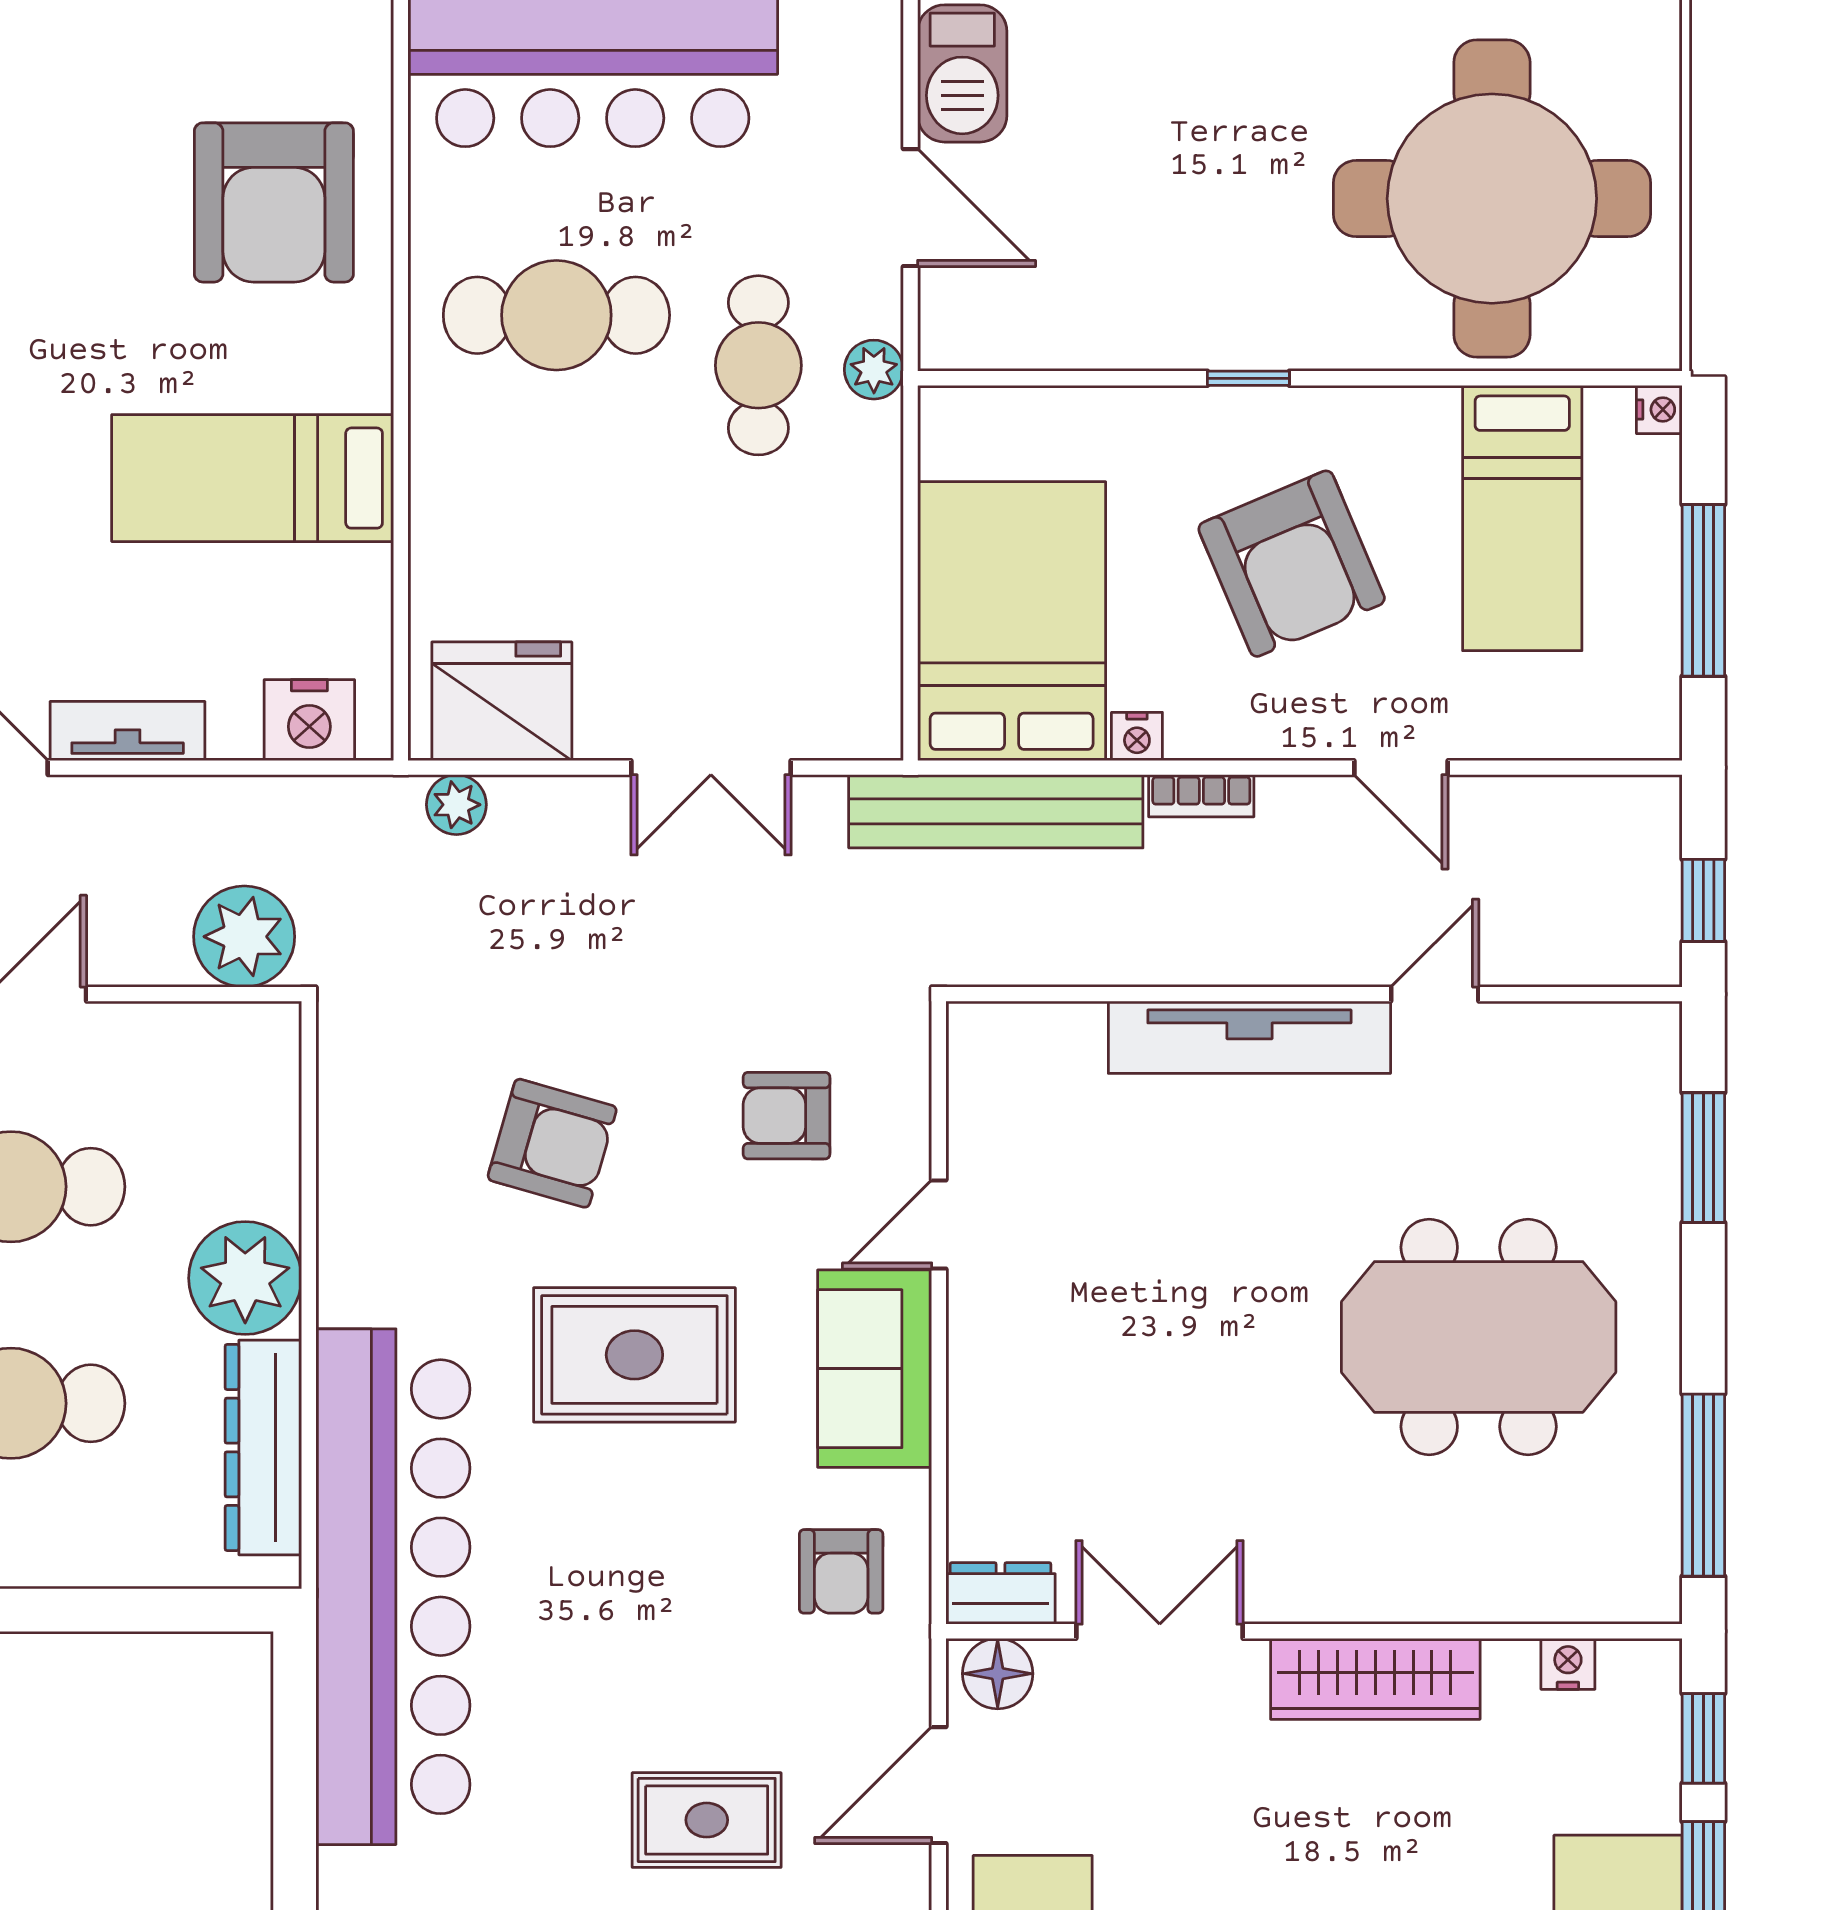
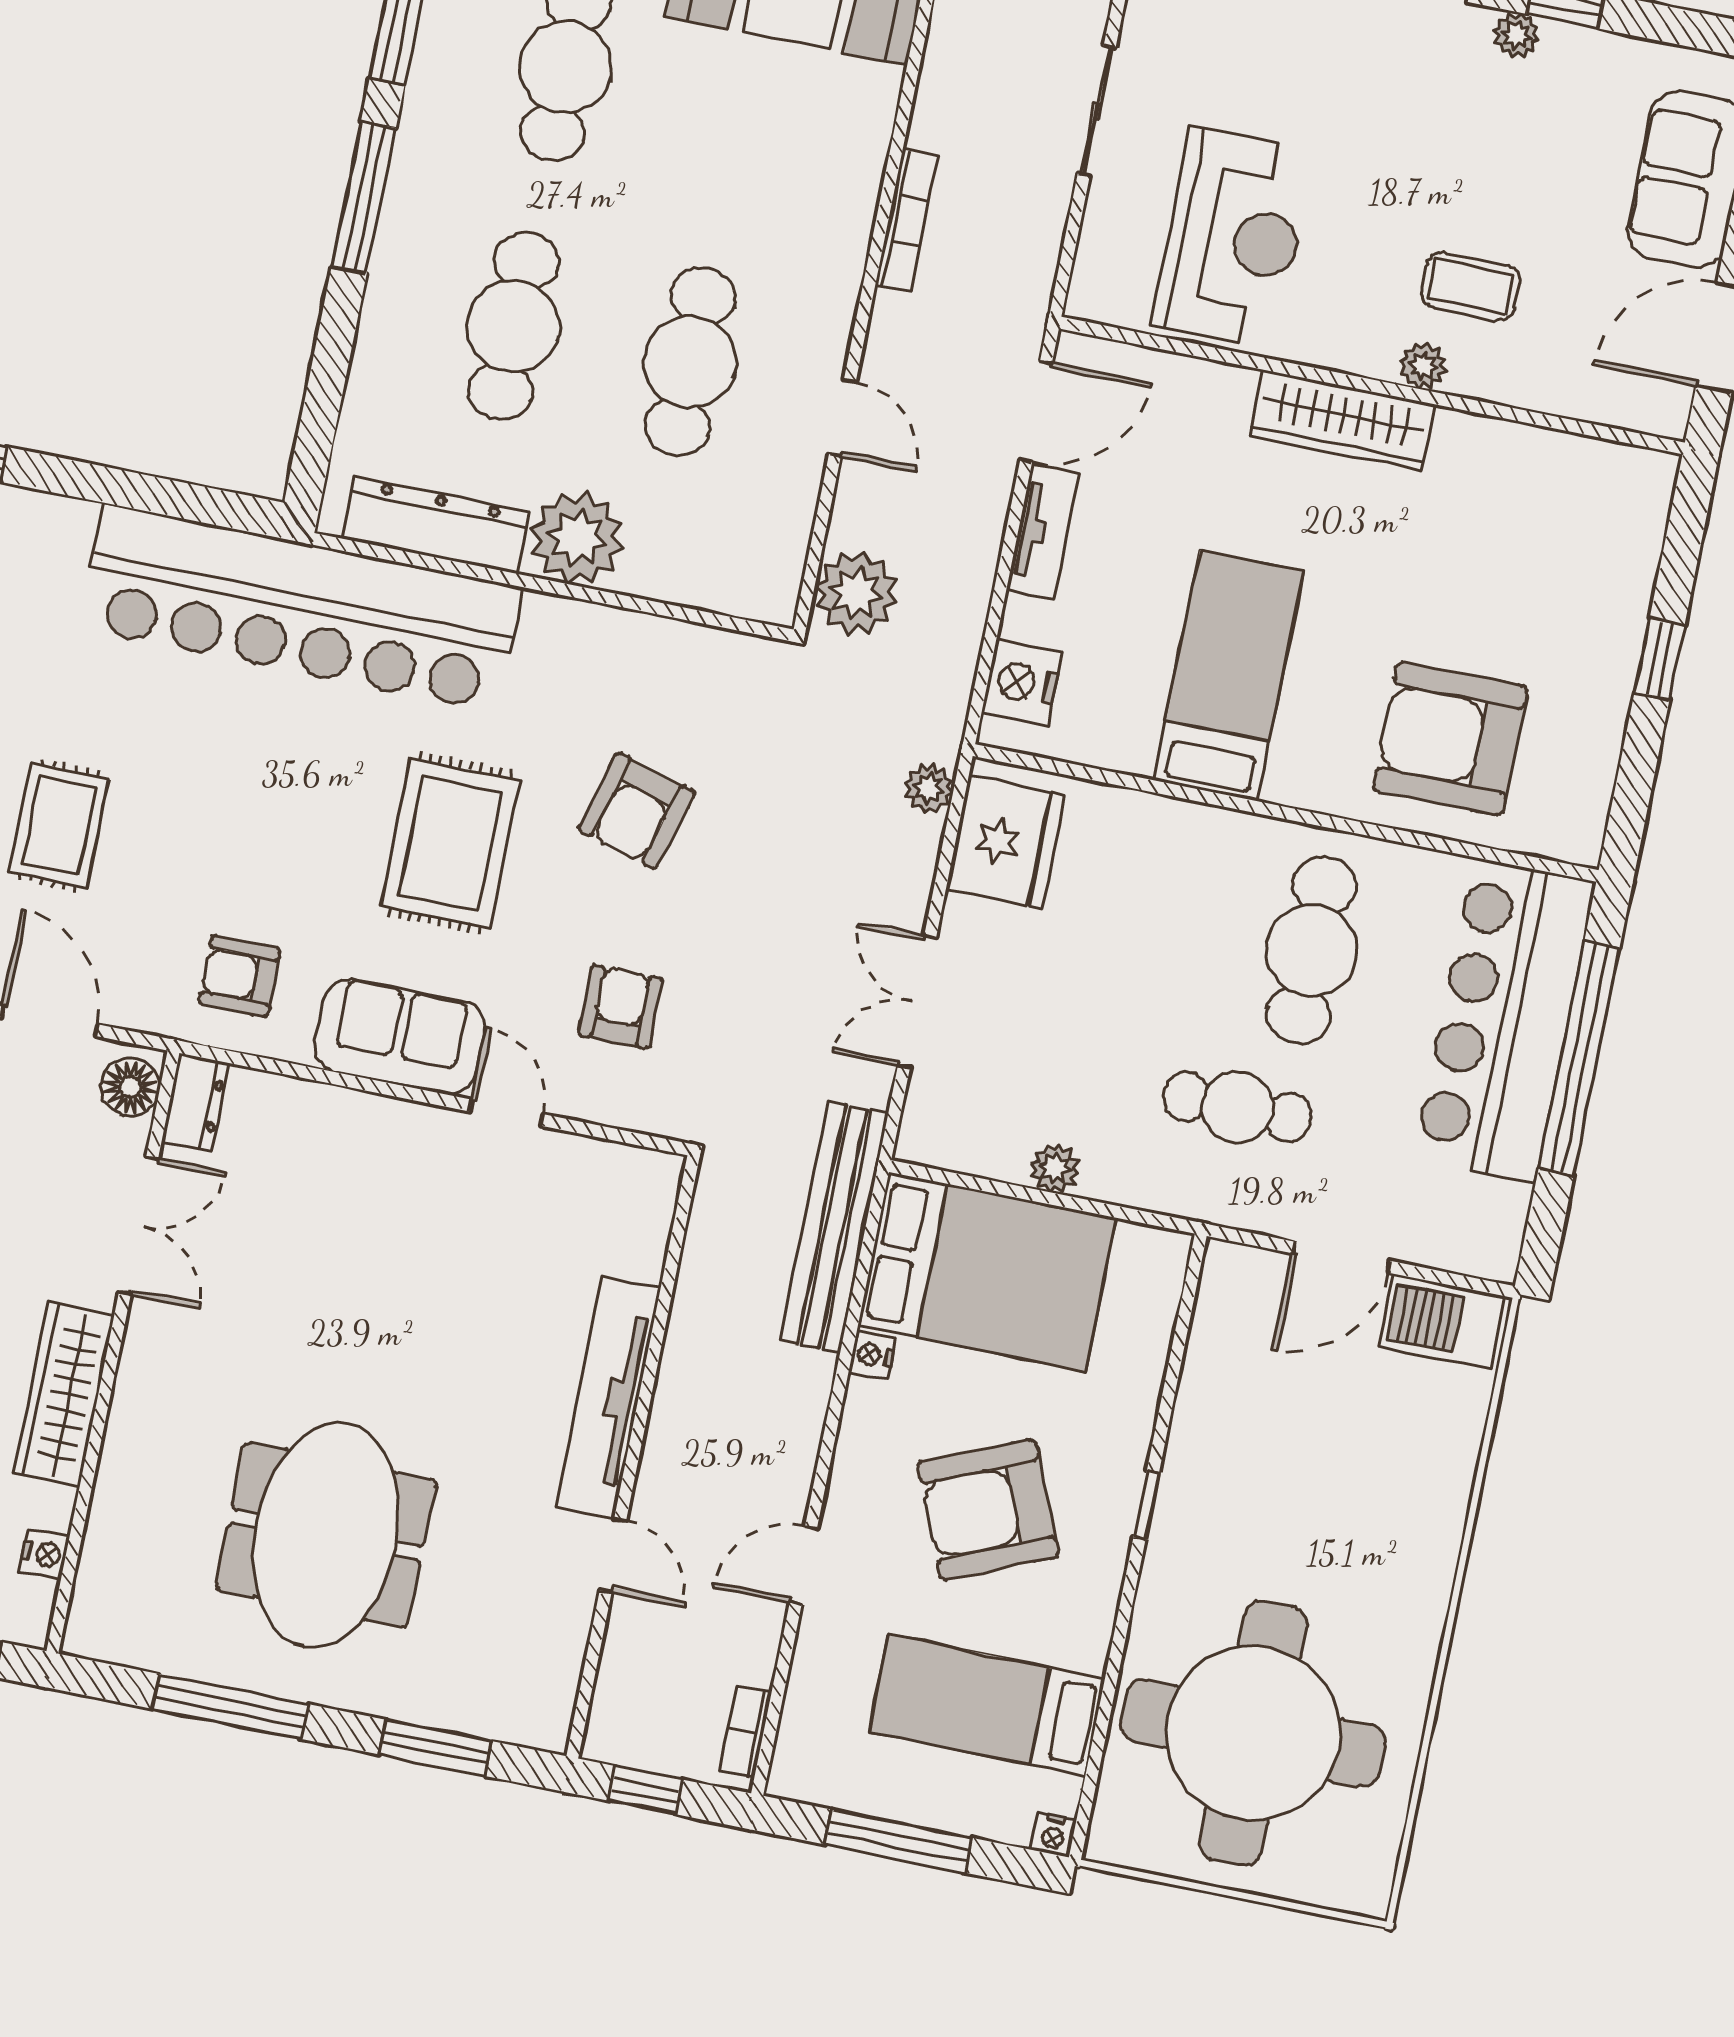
plant: (874, 370) -> (1055, 1168), moved
bookcase: (1201, 796) -> (746, 1731), moved
window: (1703, 1485) -> (230, 1706), moved

